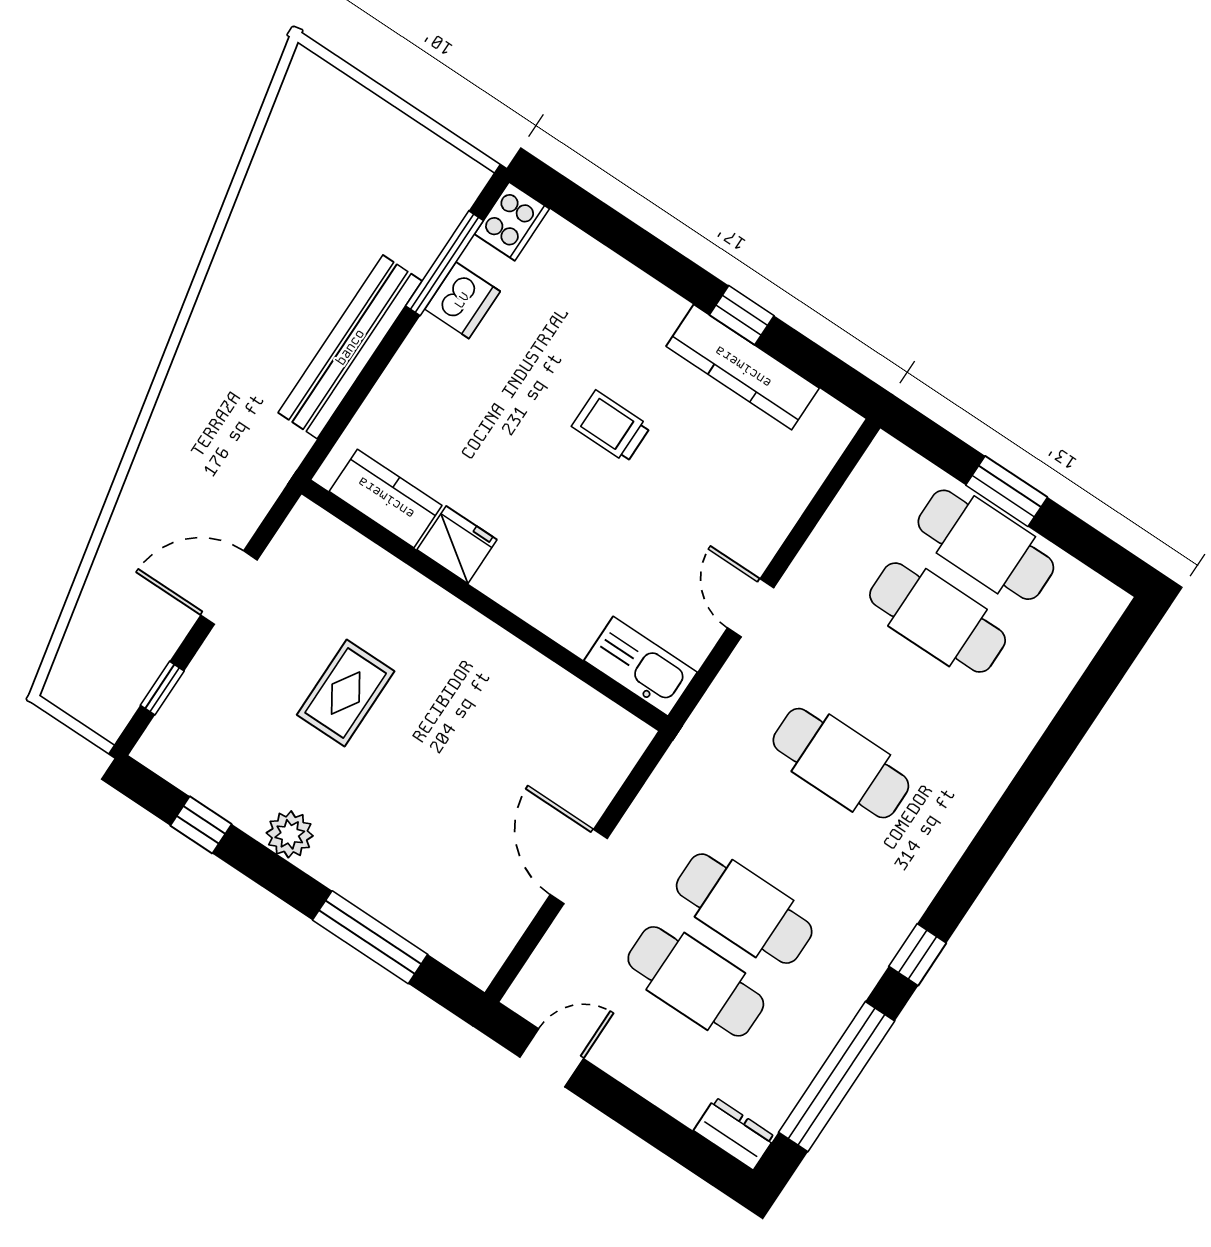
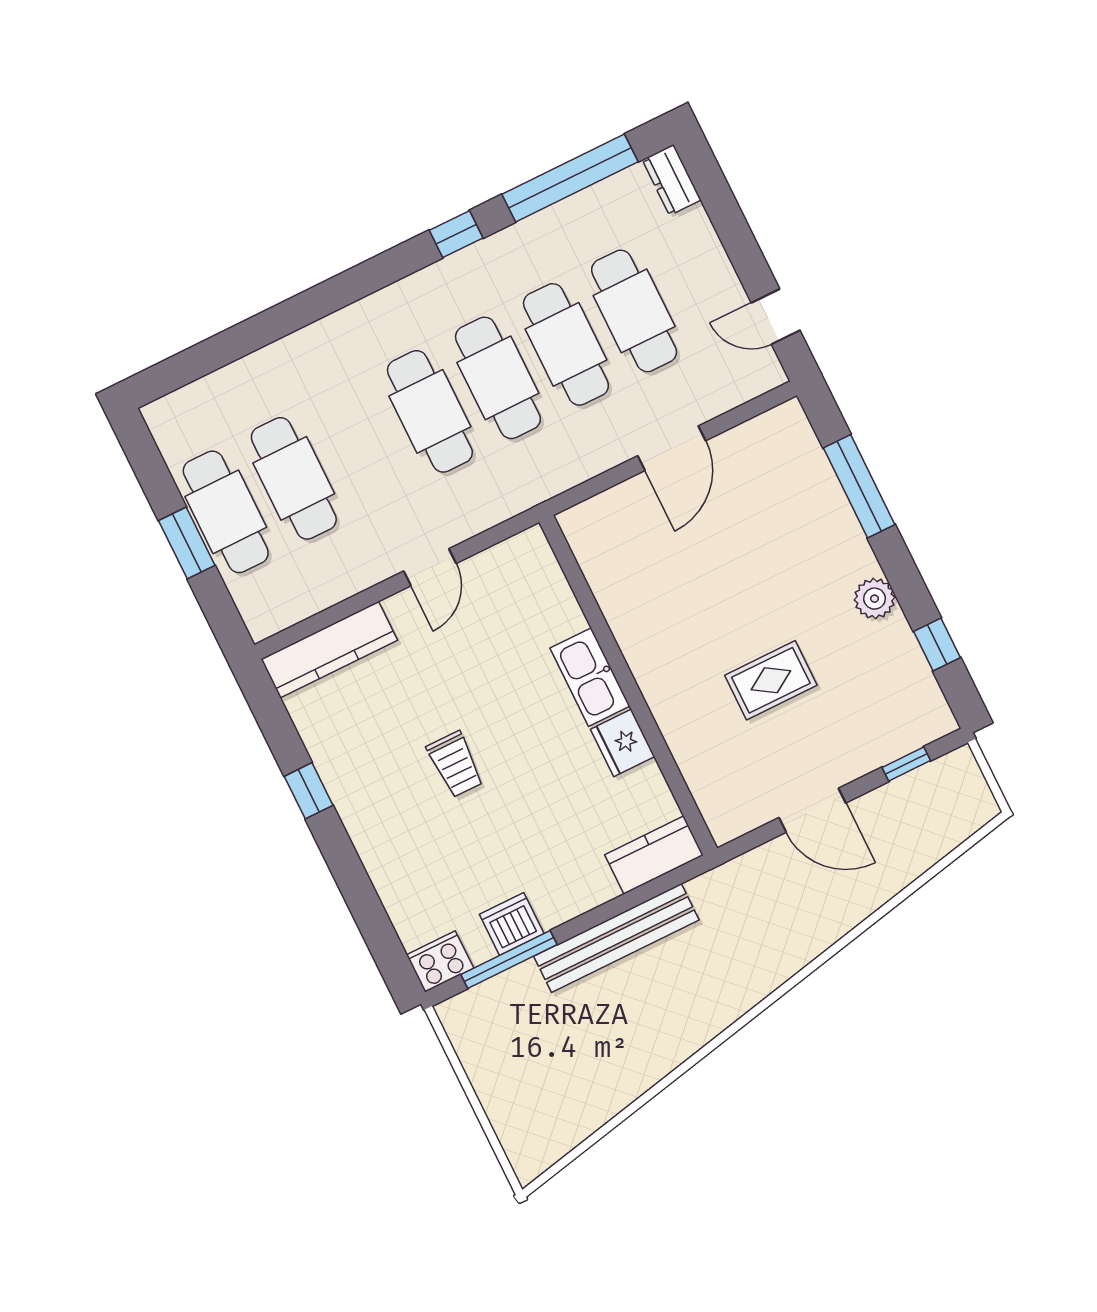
kitchen counter: (743, 367) -> (329, 650), moved, turned 90
kitchen counter: (386, 498) -> (654, 855), moved, turned 90
kitchen sink: (641, 666) -> (590, 677), moved
cafe table: (793, 836) -> (498, 378), added

